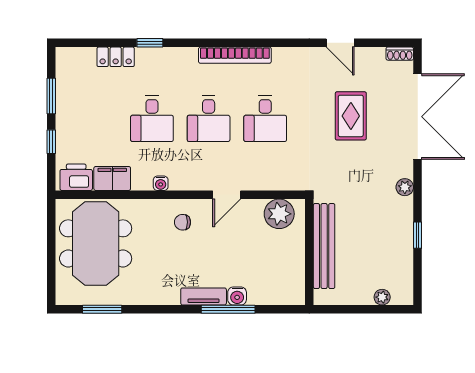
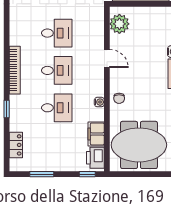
bookcase: (235, 55) -> (15, 70), moved
locker: (116, 57) -> (16, 145), moved
window: (51, 142) -> (87, 174), moved
chair: (183, 222) -> (119, 98), moved

